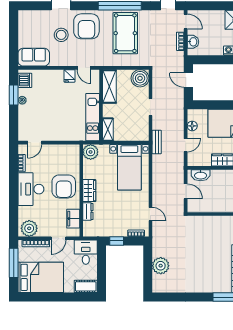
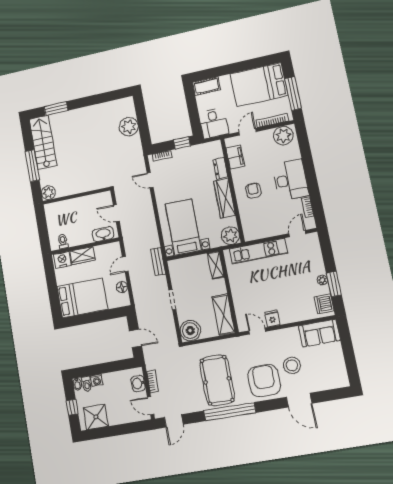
kitchen unit: (93, 117) -> (258, 251), moved, turned 90
armchair: (64, 186) -> (253, 191), width x0.53, depth x0.53
wardrobe: (89, 191) -> (225, 198), width x1.50

